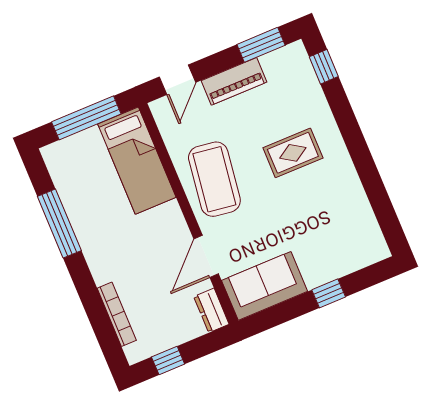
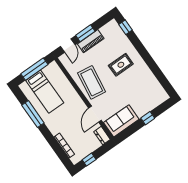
window: (261, 45) -> (85, 33), moved
bed: (137, 161) -> (45, 92), moved

